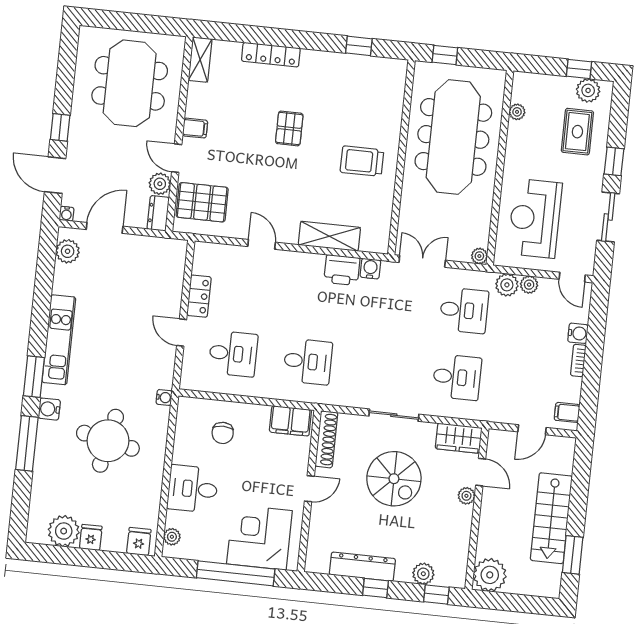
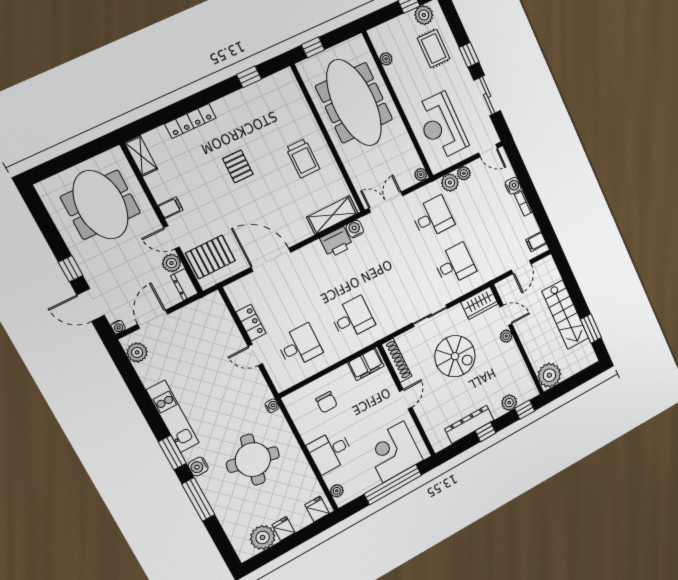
trolley: (362, 161) -> (303, 158), turned -90
shelving: (329, 236) -> (332, 215), moved
door: (262, 244) -> (271, 260), width x1.88

